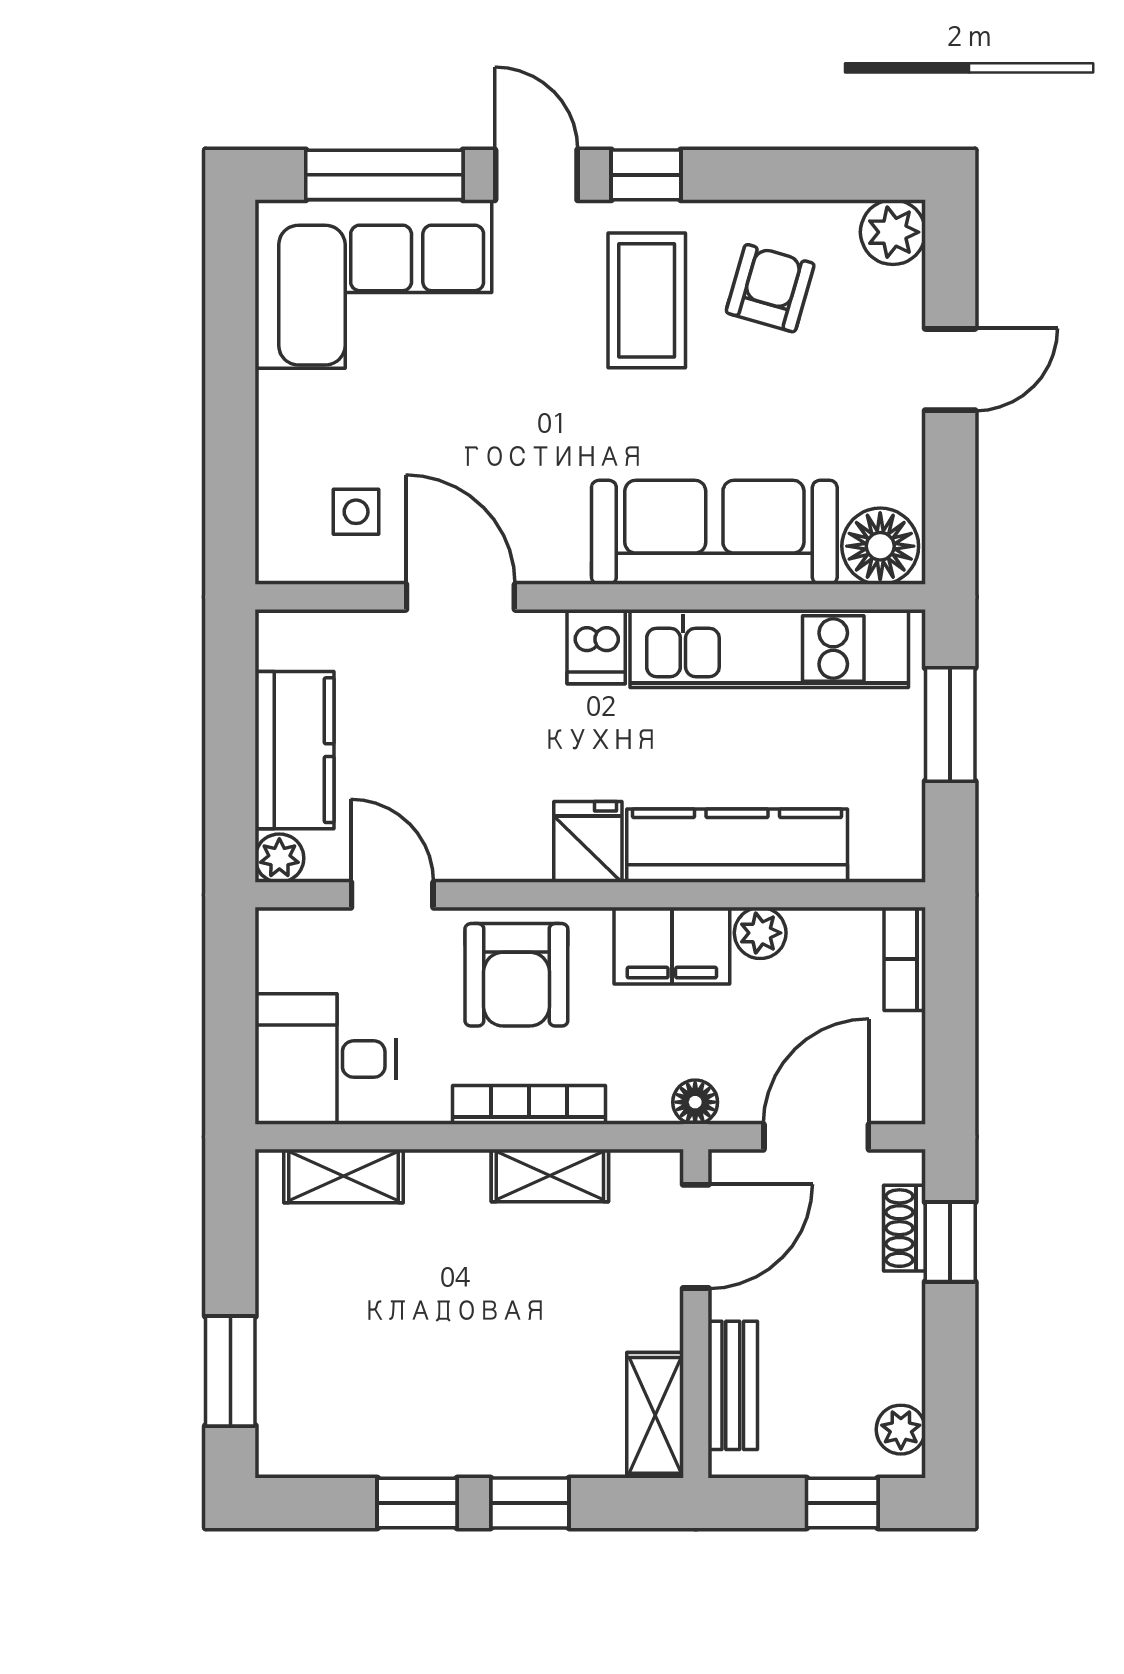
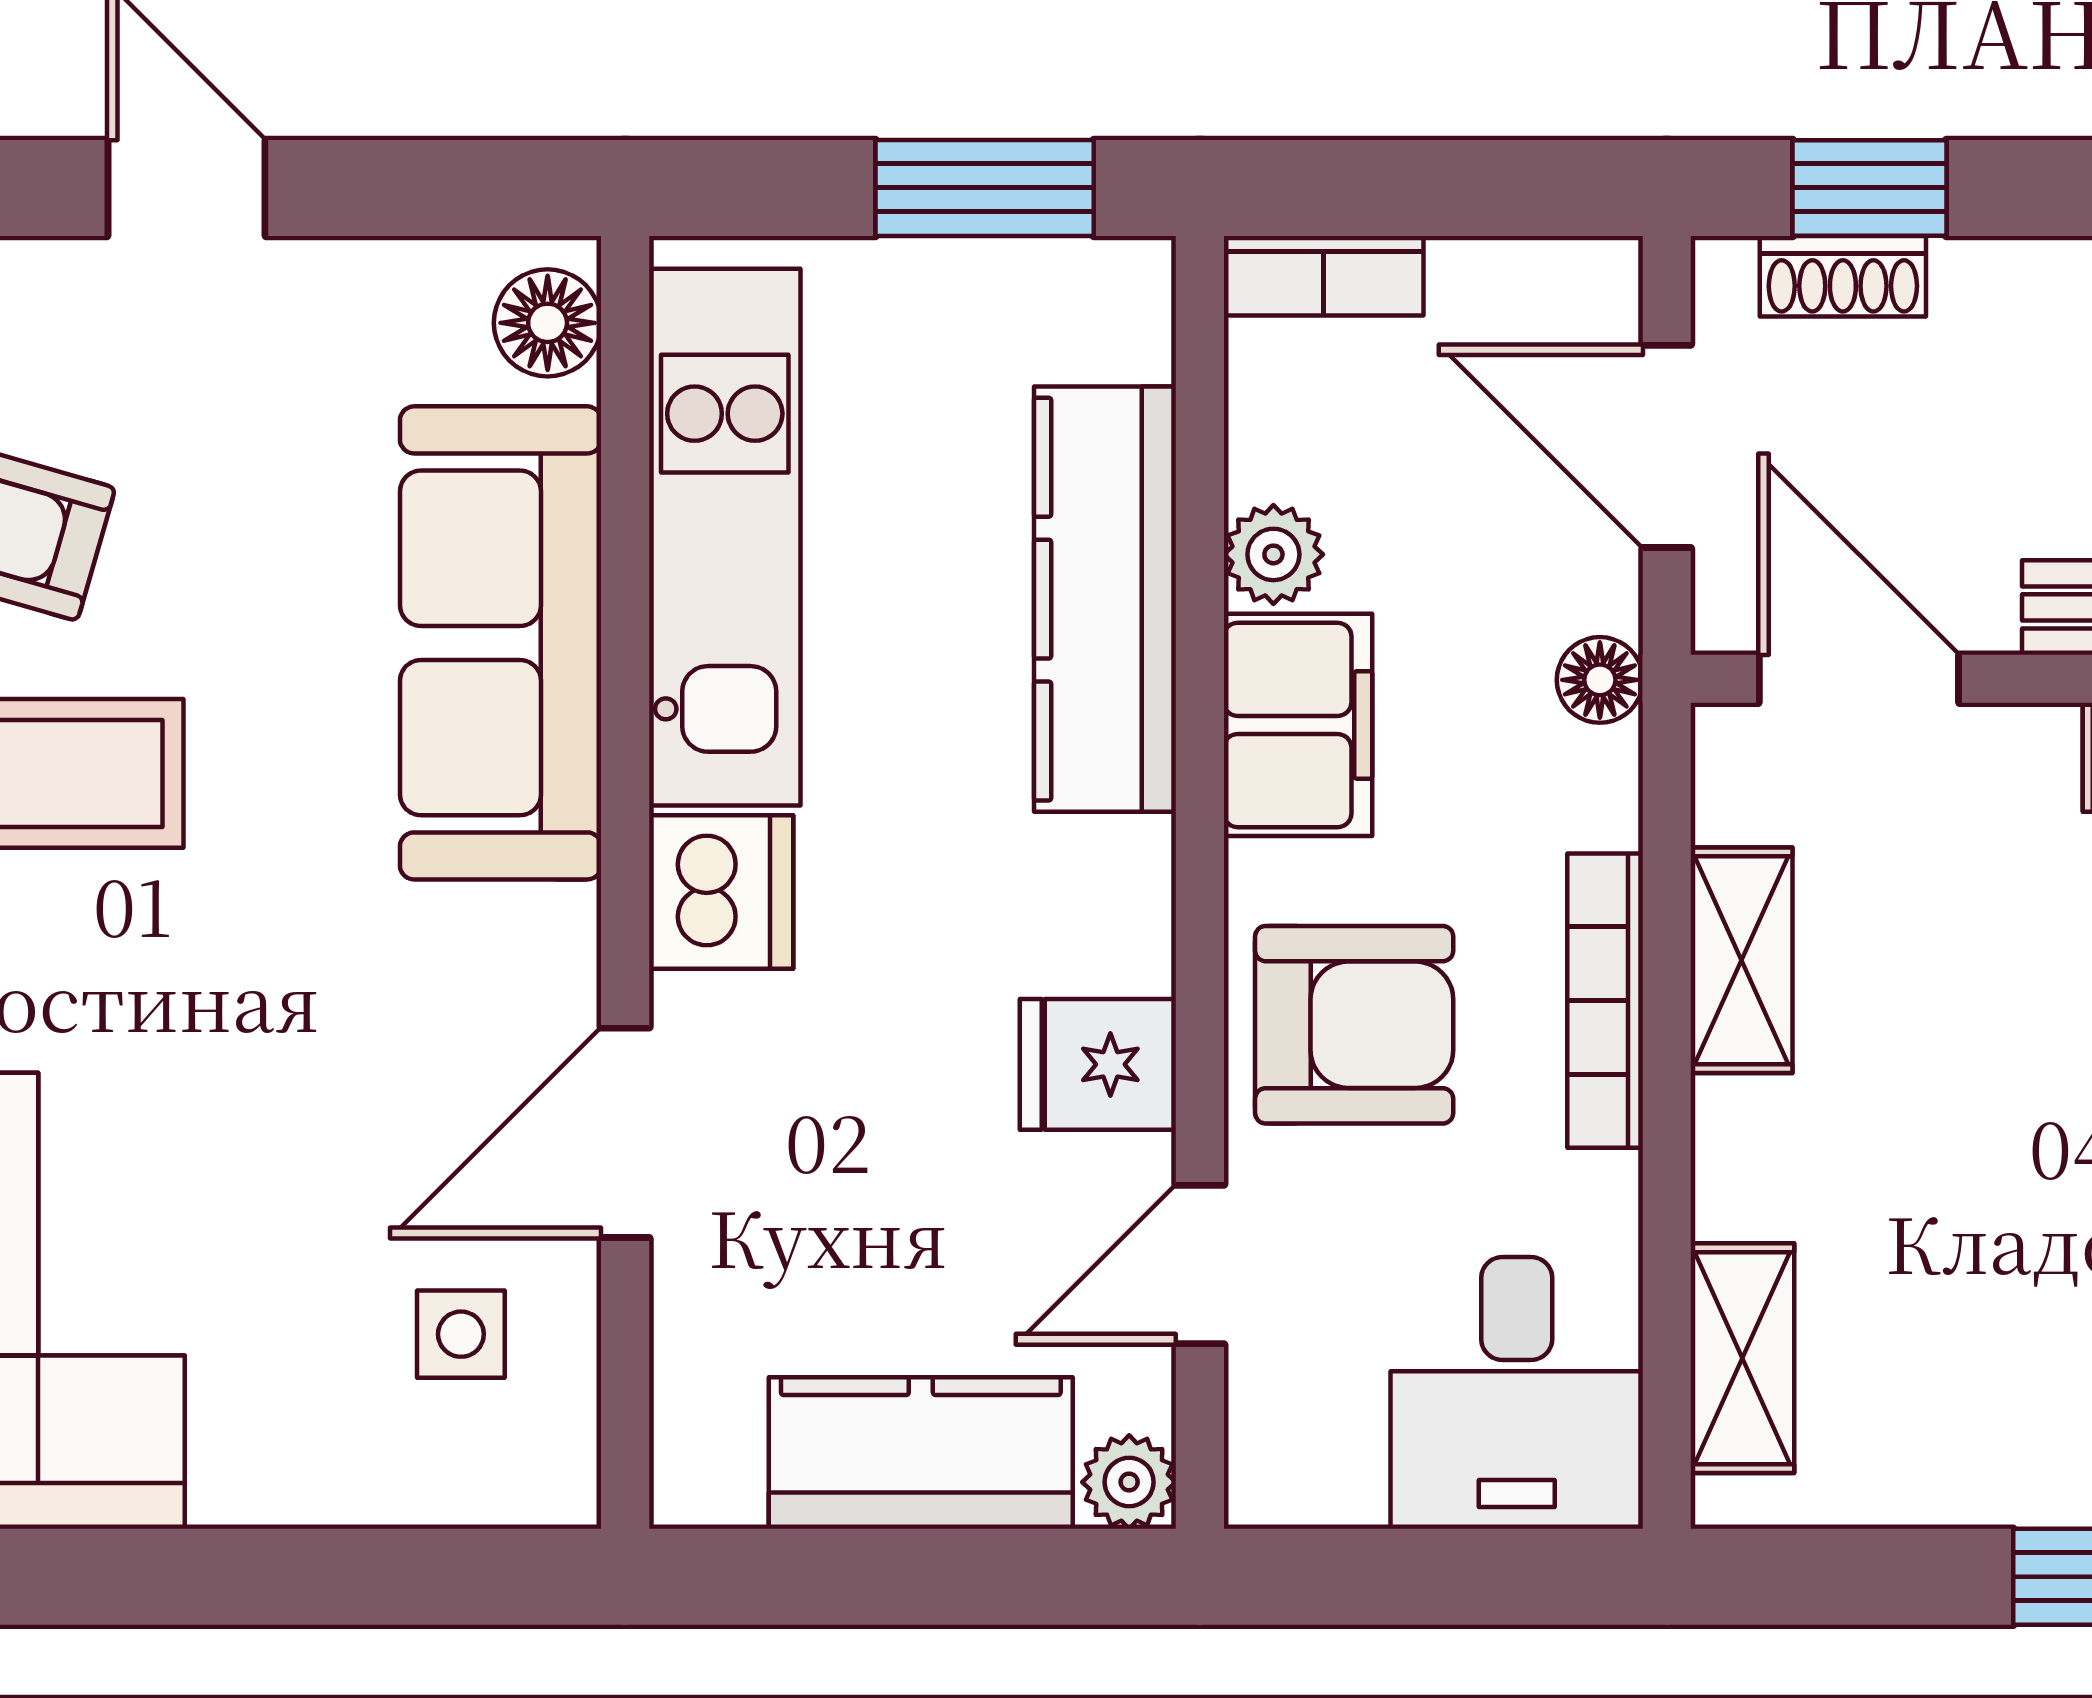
floor lamp: (880, 546) -> (548, 323), width x0.73, depth x0.73
dishwasher: (596, 647) -> (721, 892), width x1.38
window: (950, 724) -> (985, 188), moved
fridge: (588, 842) -> (1098, 1064), moved

